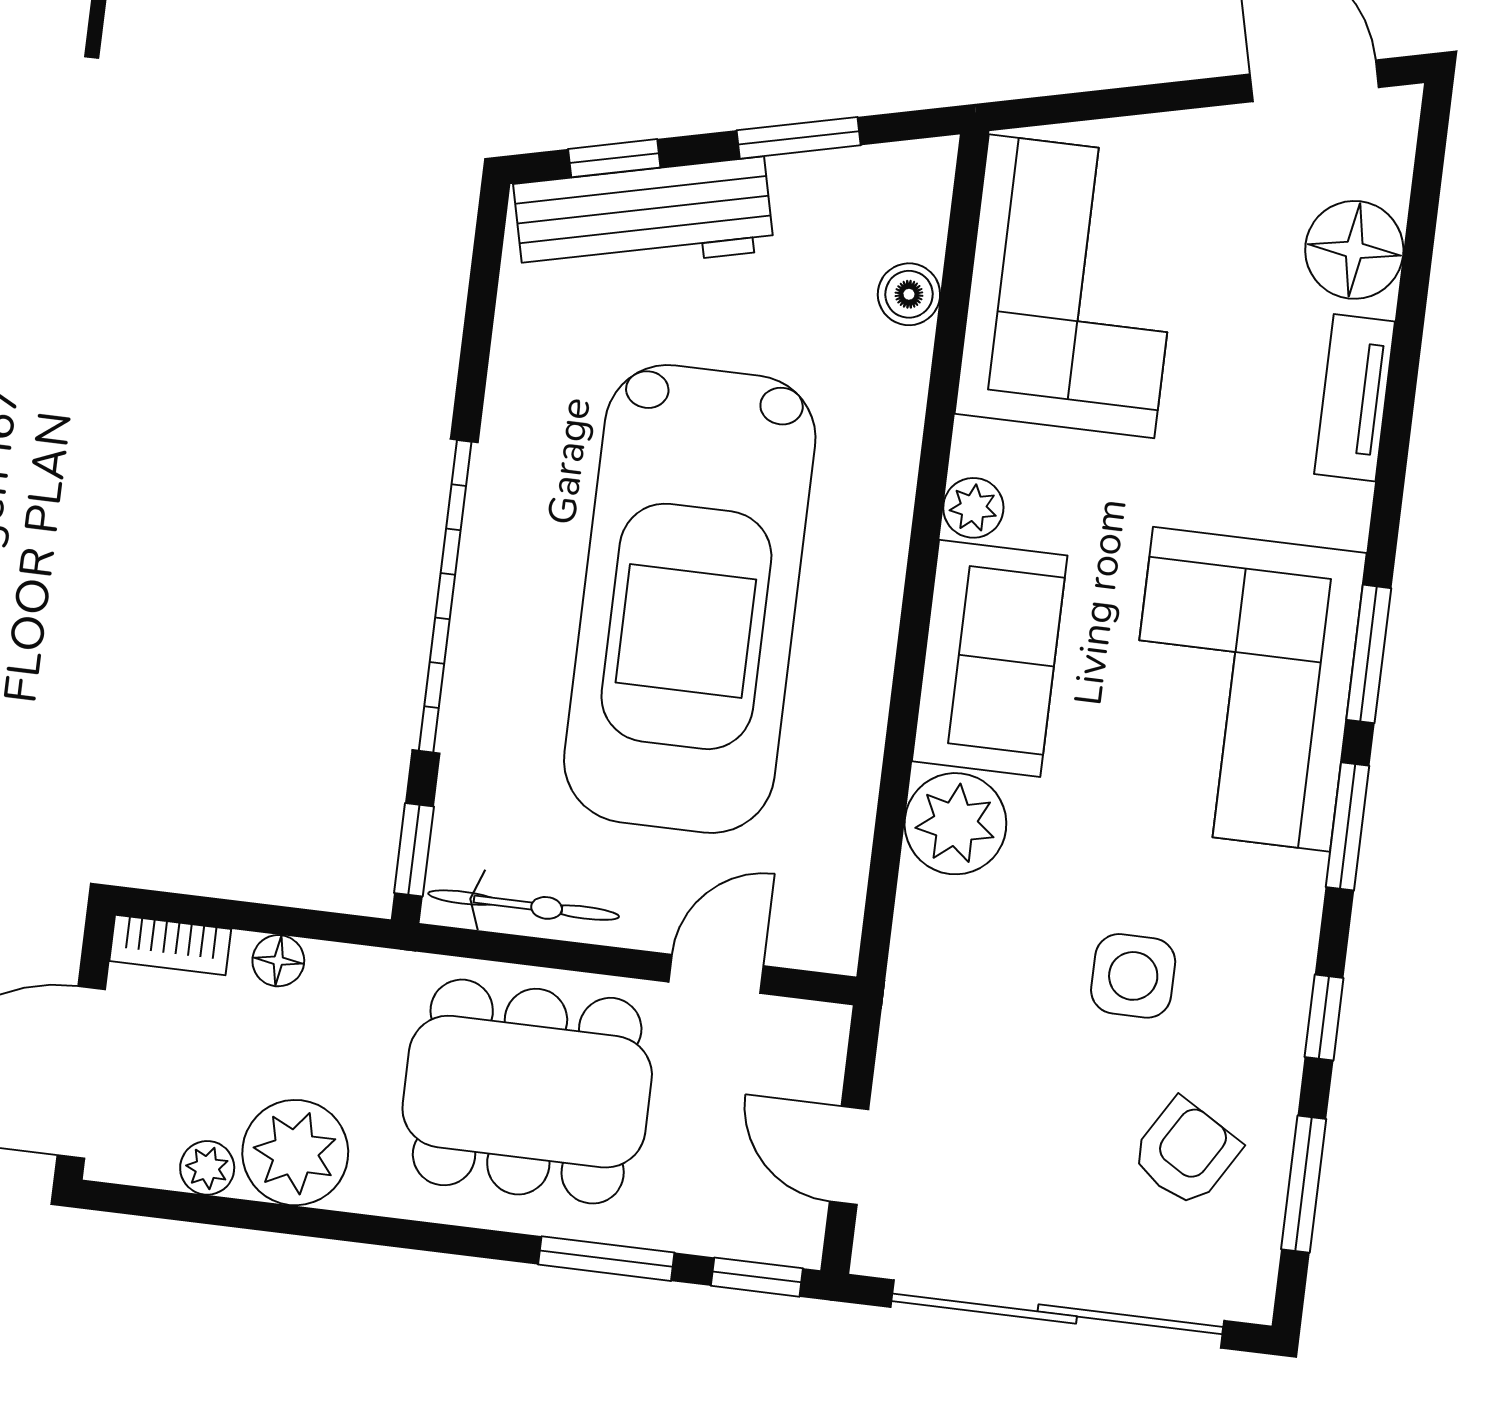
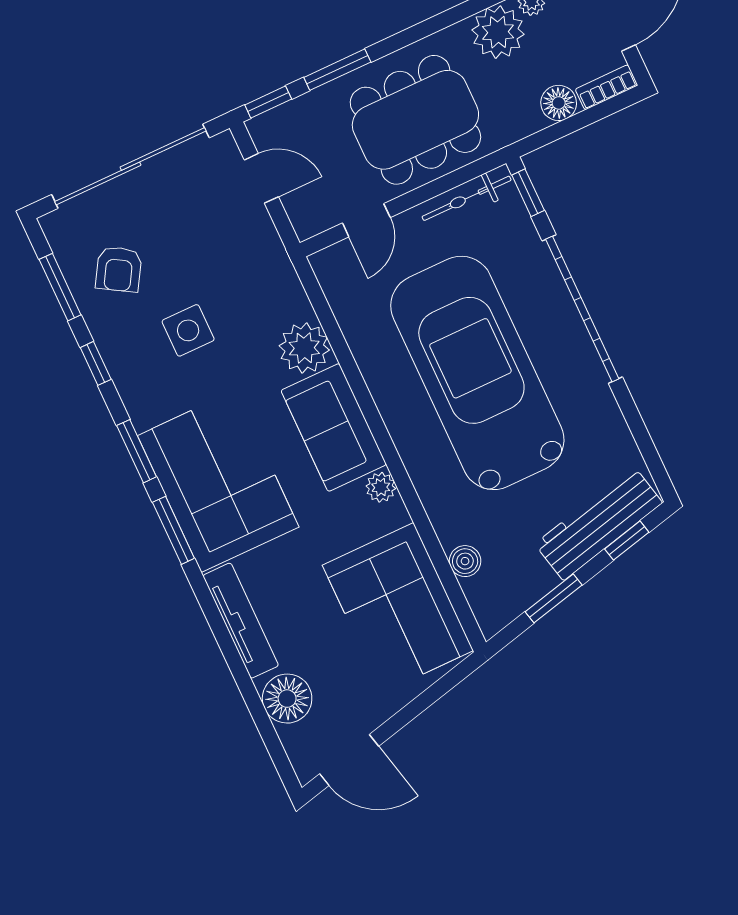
tv unit: (1355, 398) -> (241, 621), width x1.41
floor lamp: (278, 961) -> (559, 103), width x1.37, depth x1.37

